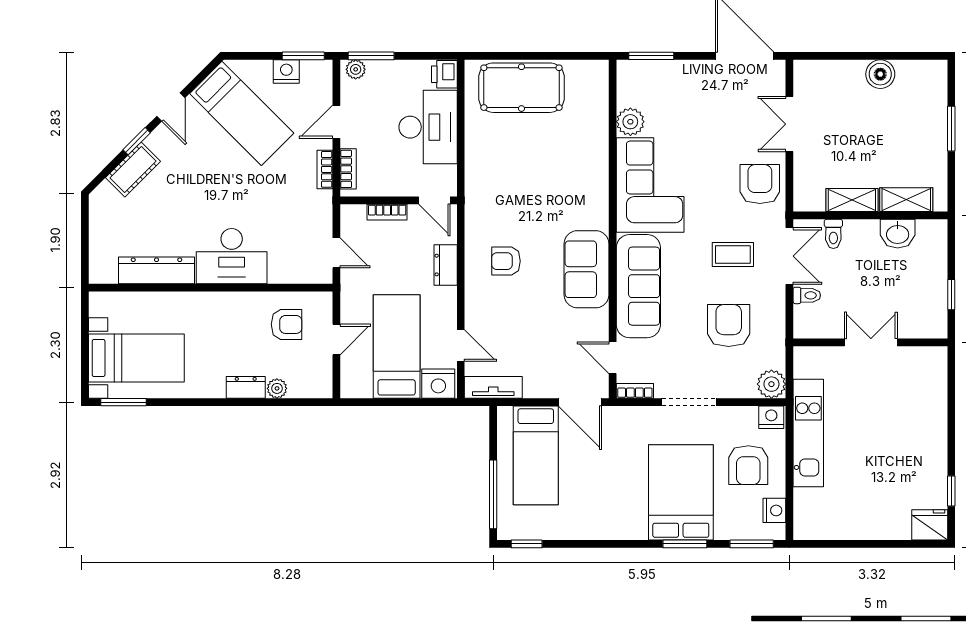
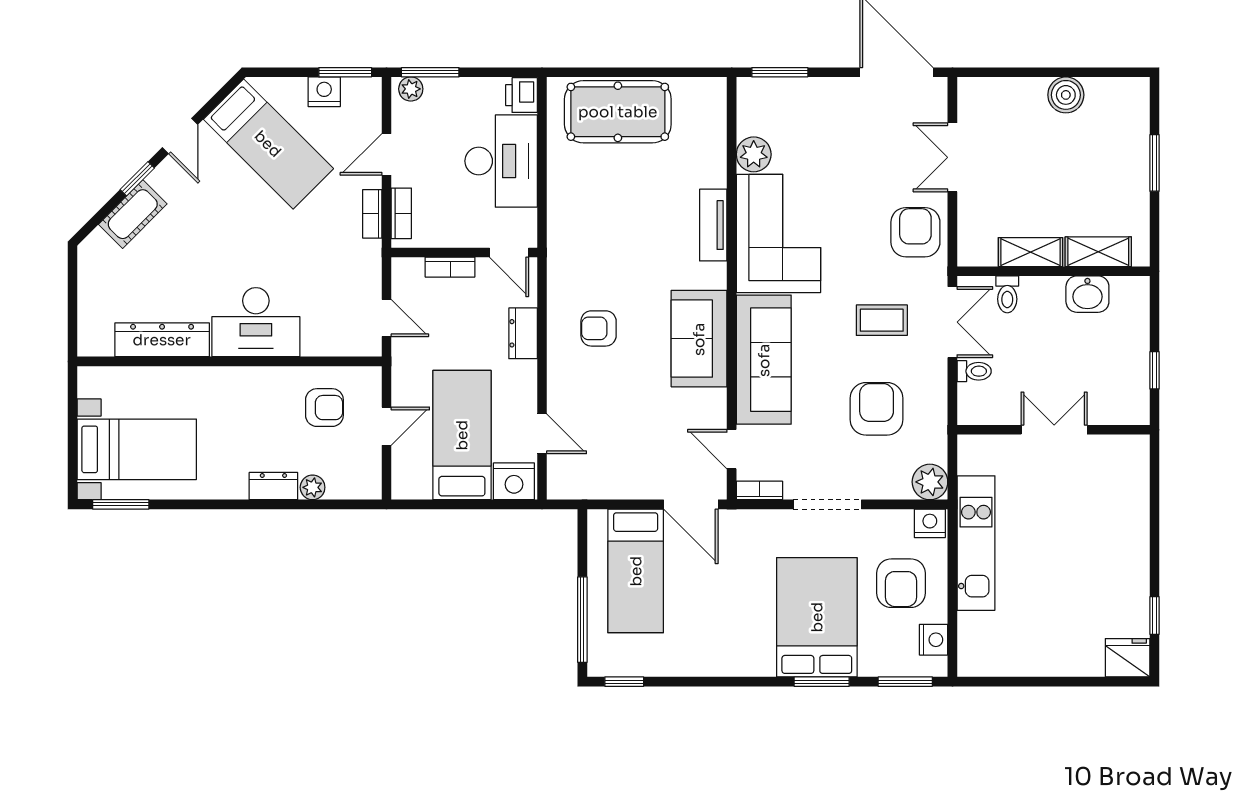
tv unit: (493, 387) -> (713, 225), moved, turned -90

